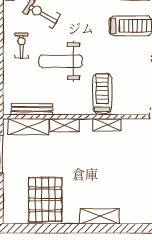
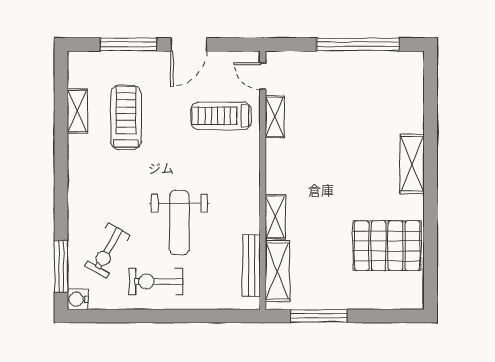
exercise bike: (21, 46) -> (156, 281), width x1.38, depth x1.39
treadmill: (102, 93) -> (221, 116), moved
shelving: (107, 125) -> (275, 117), moved

